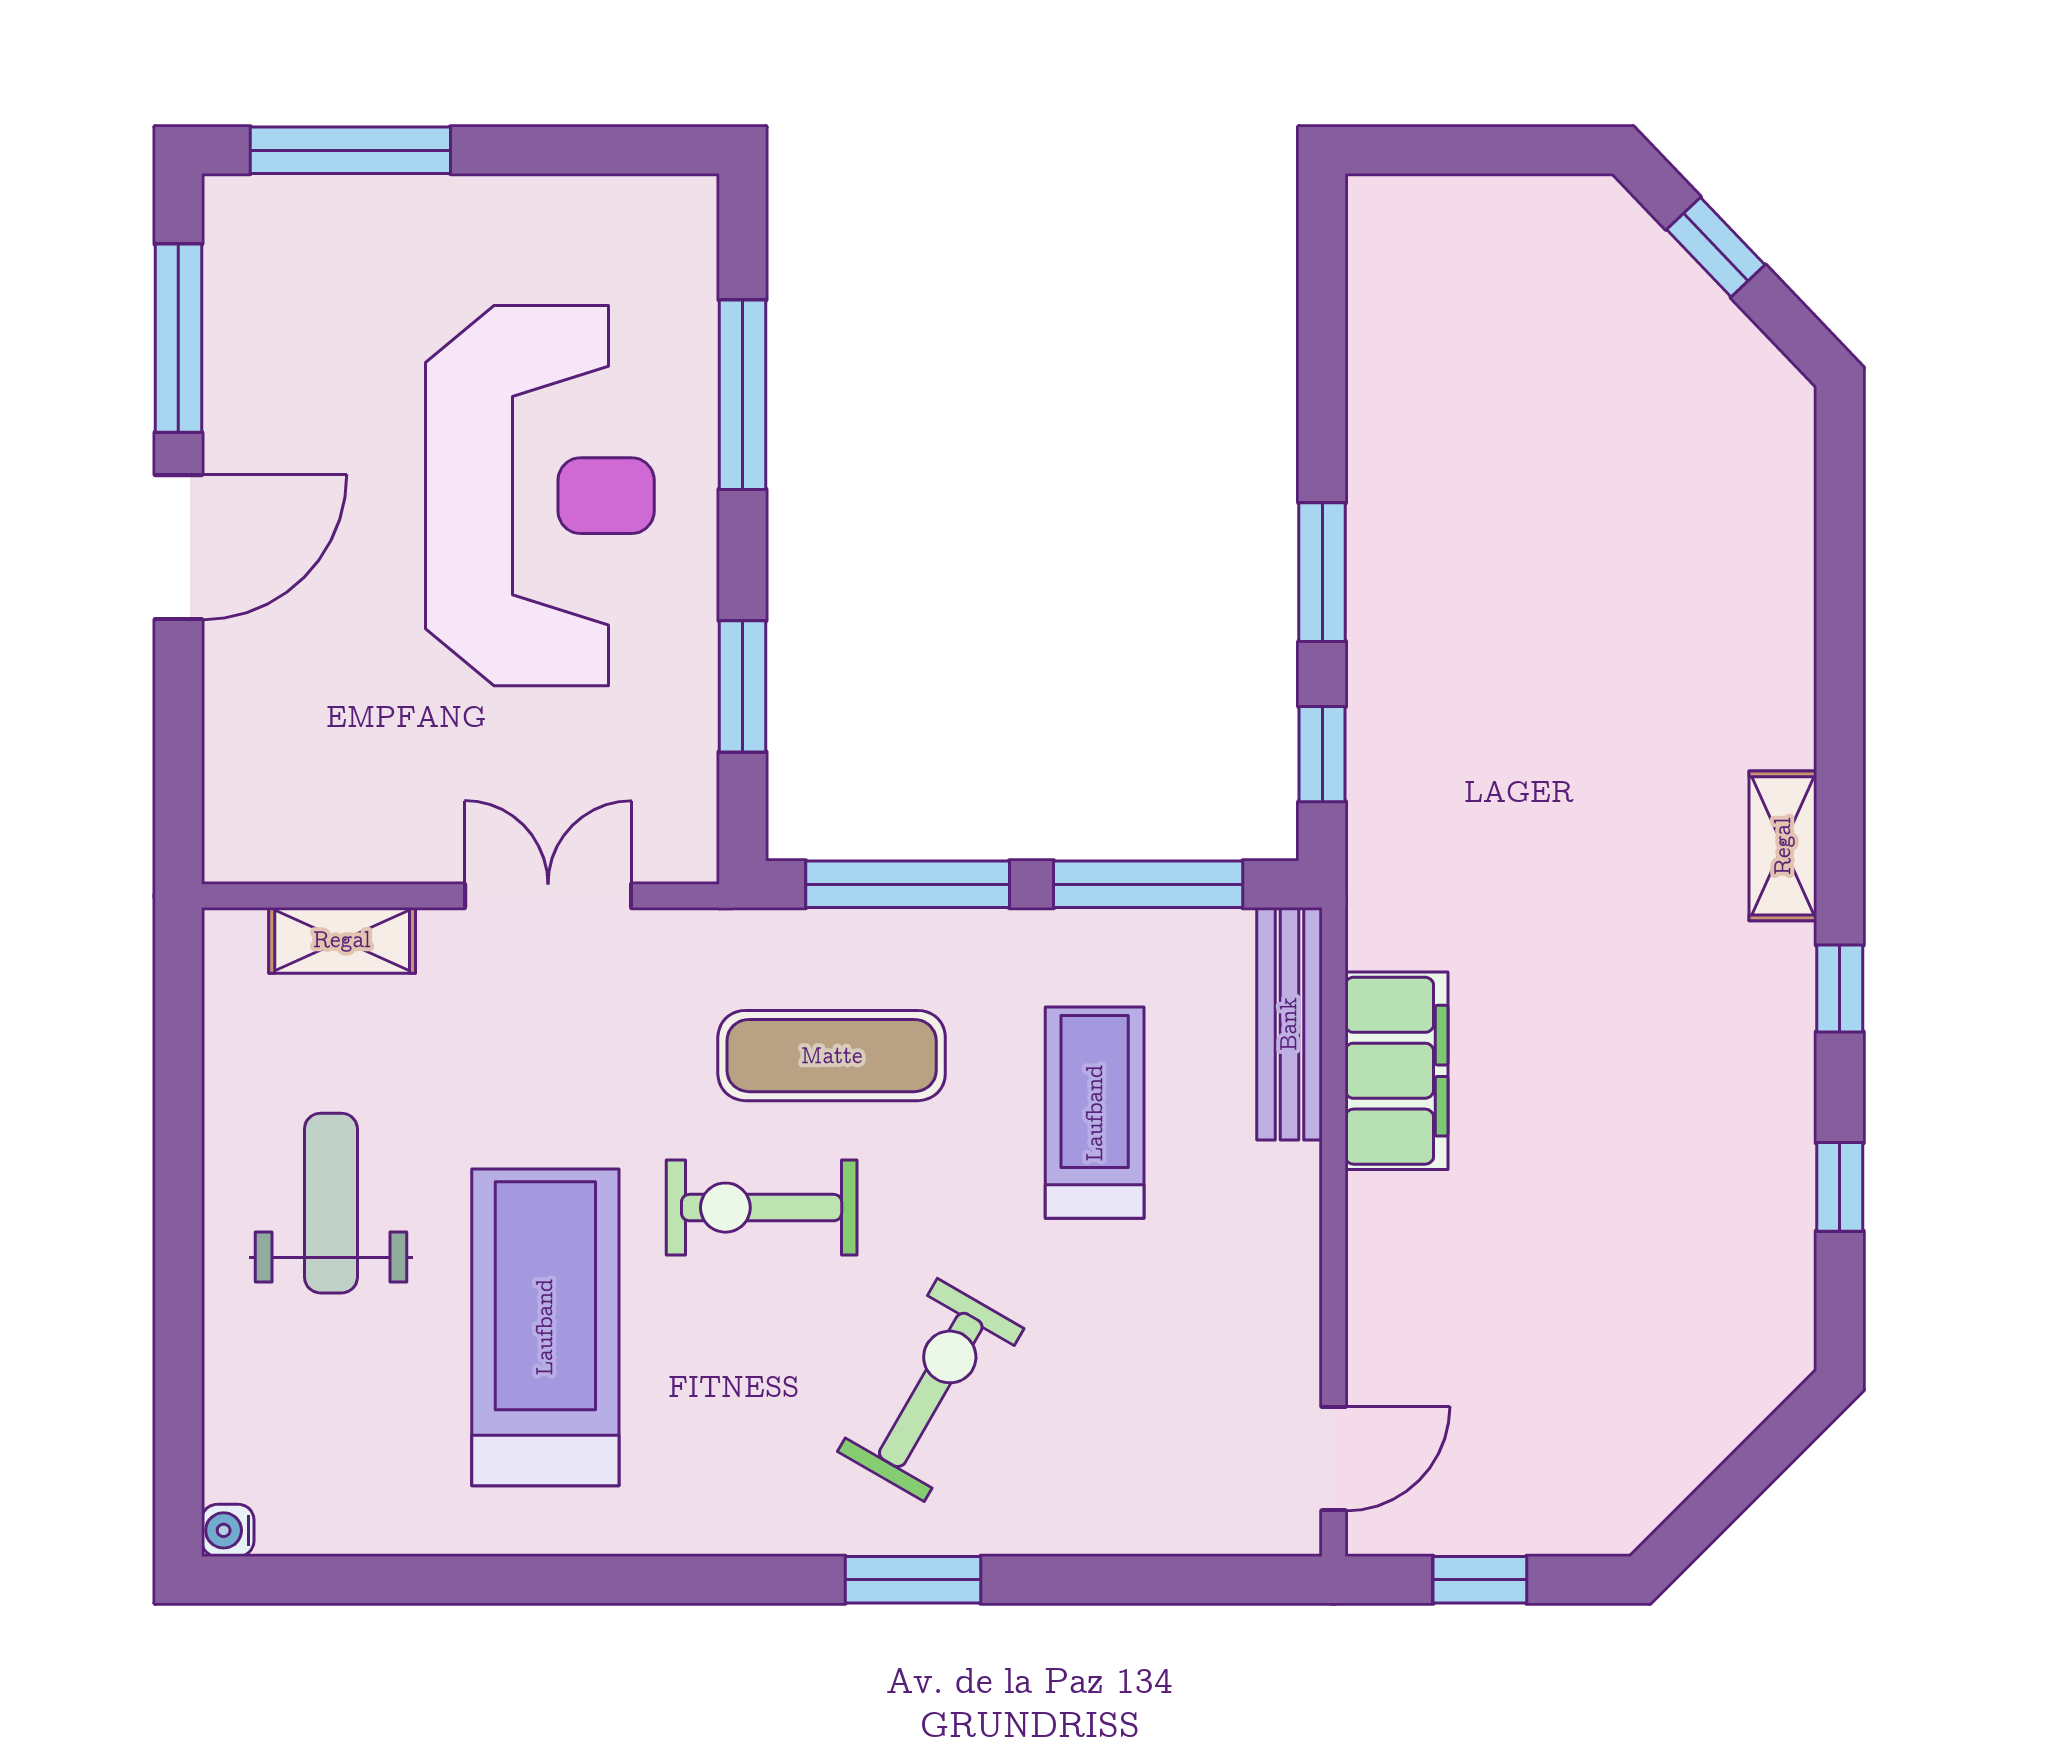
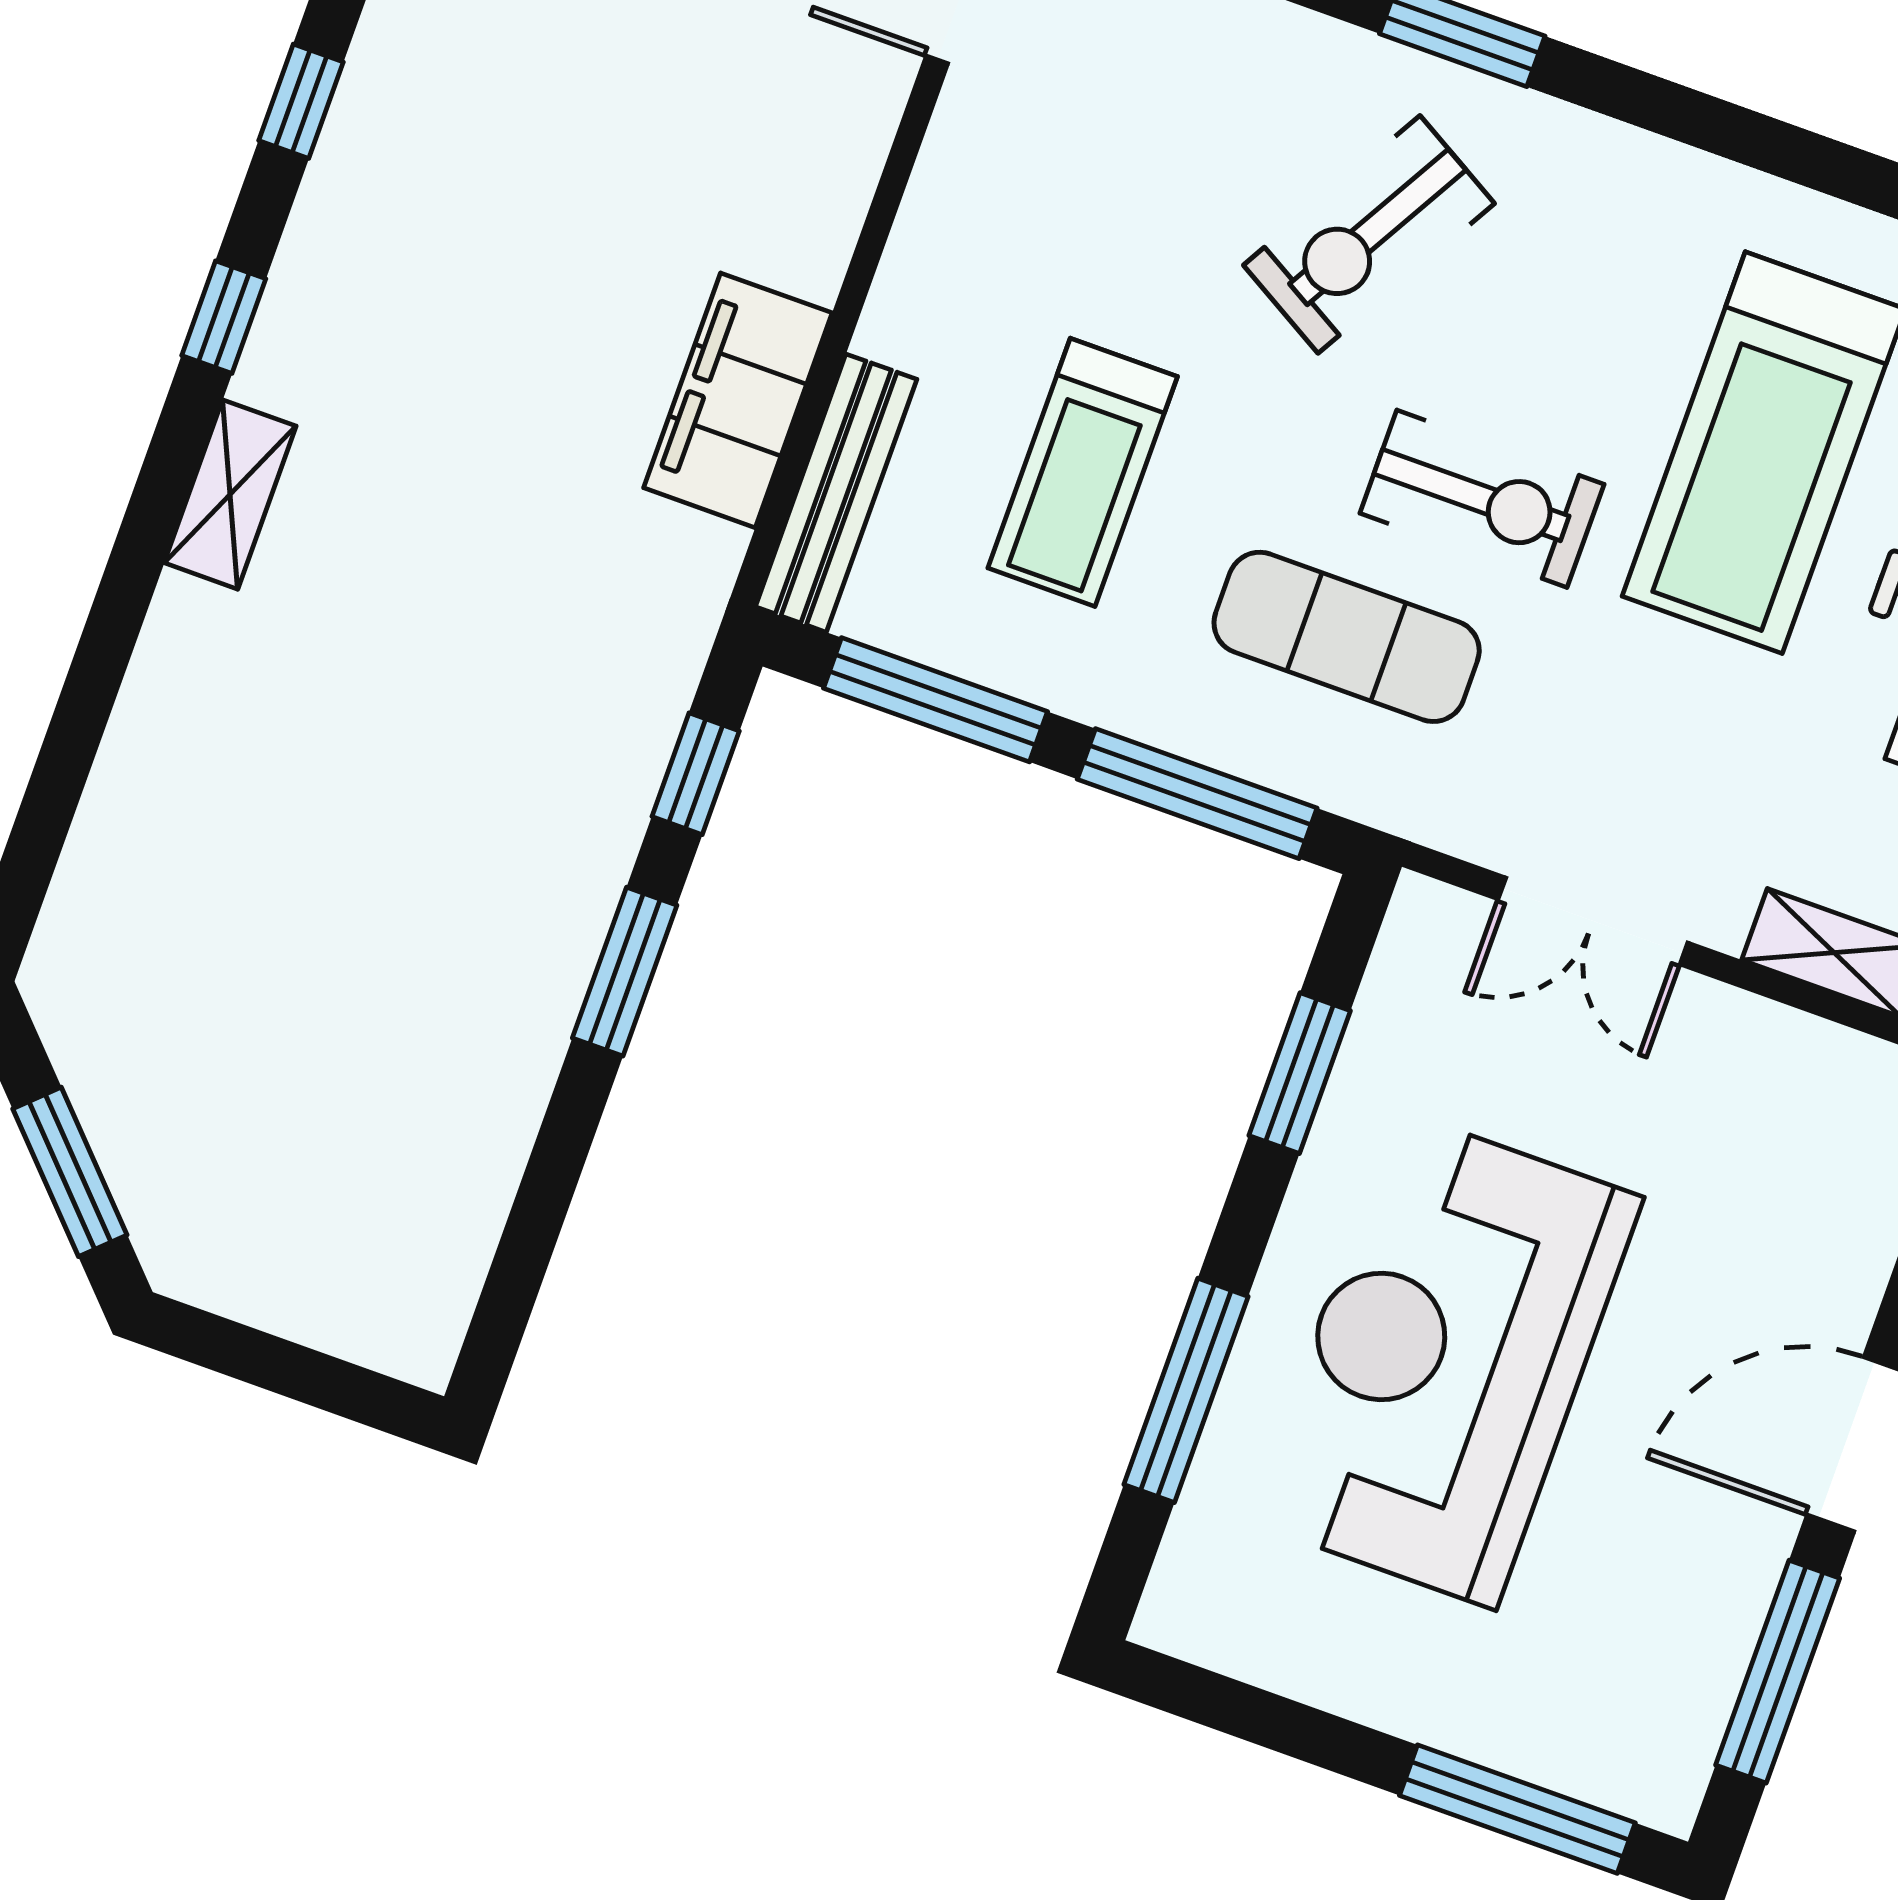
window: (1716, 247) -> (70, 1172), width x1.50

